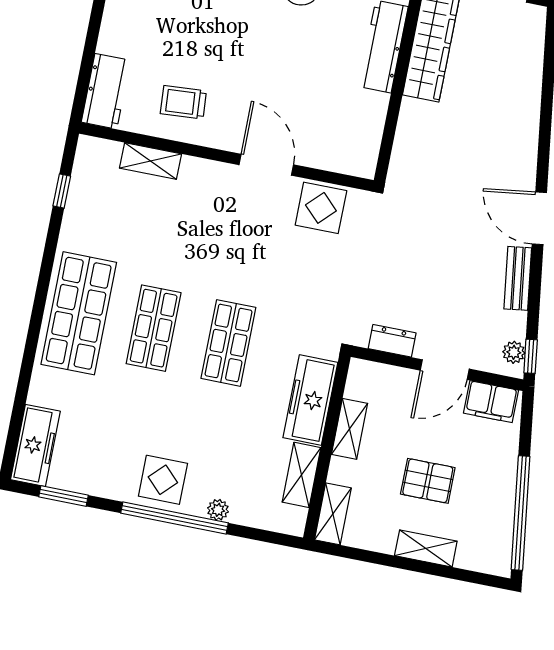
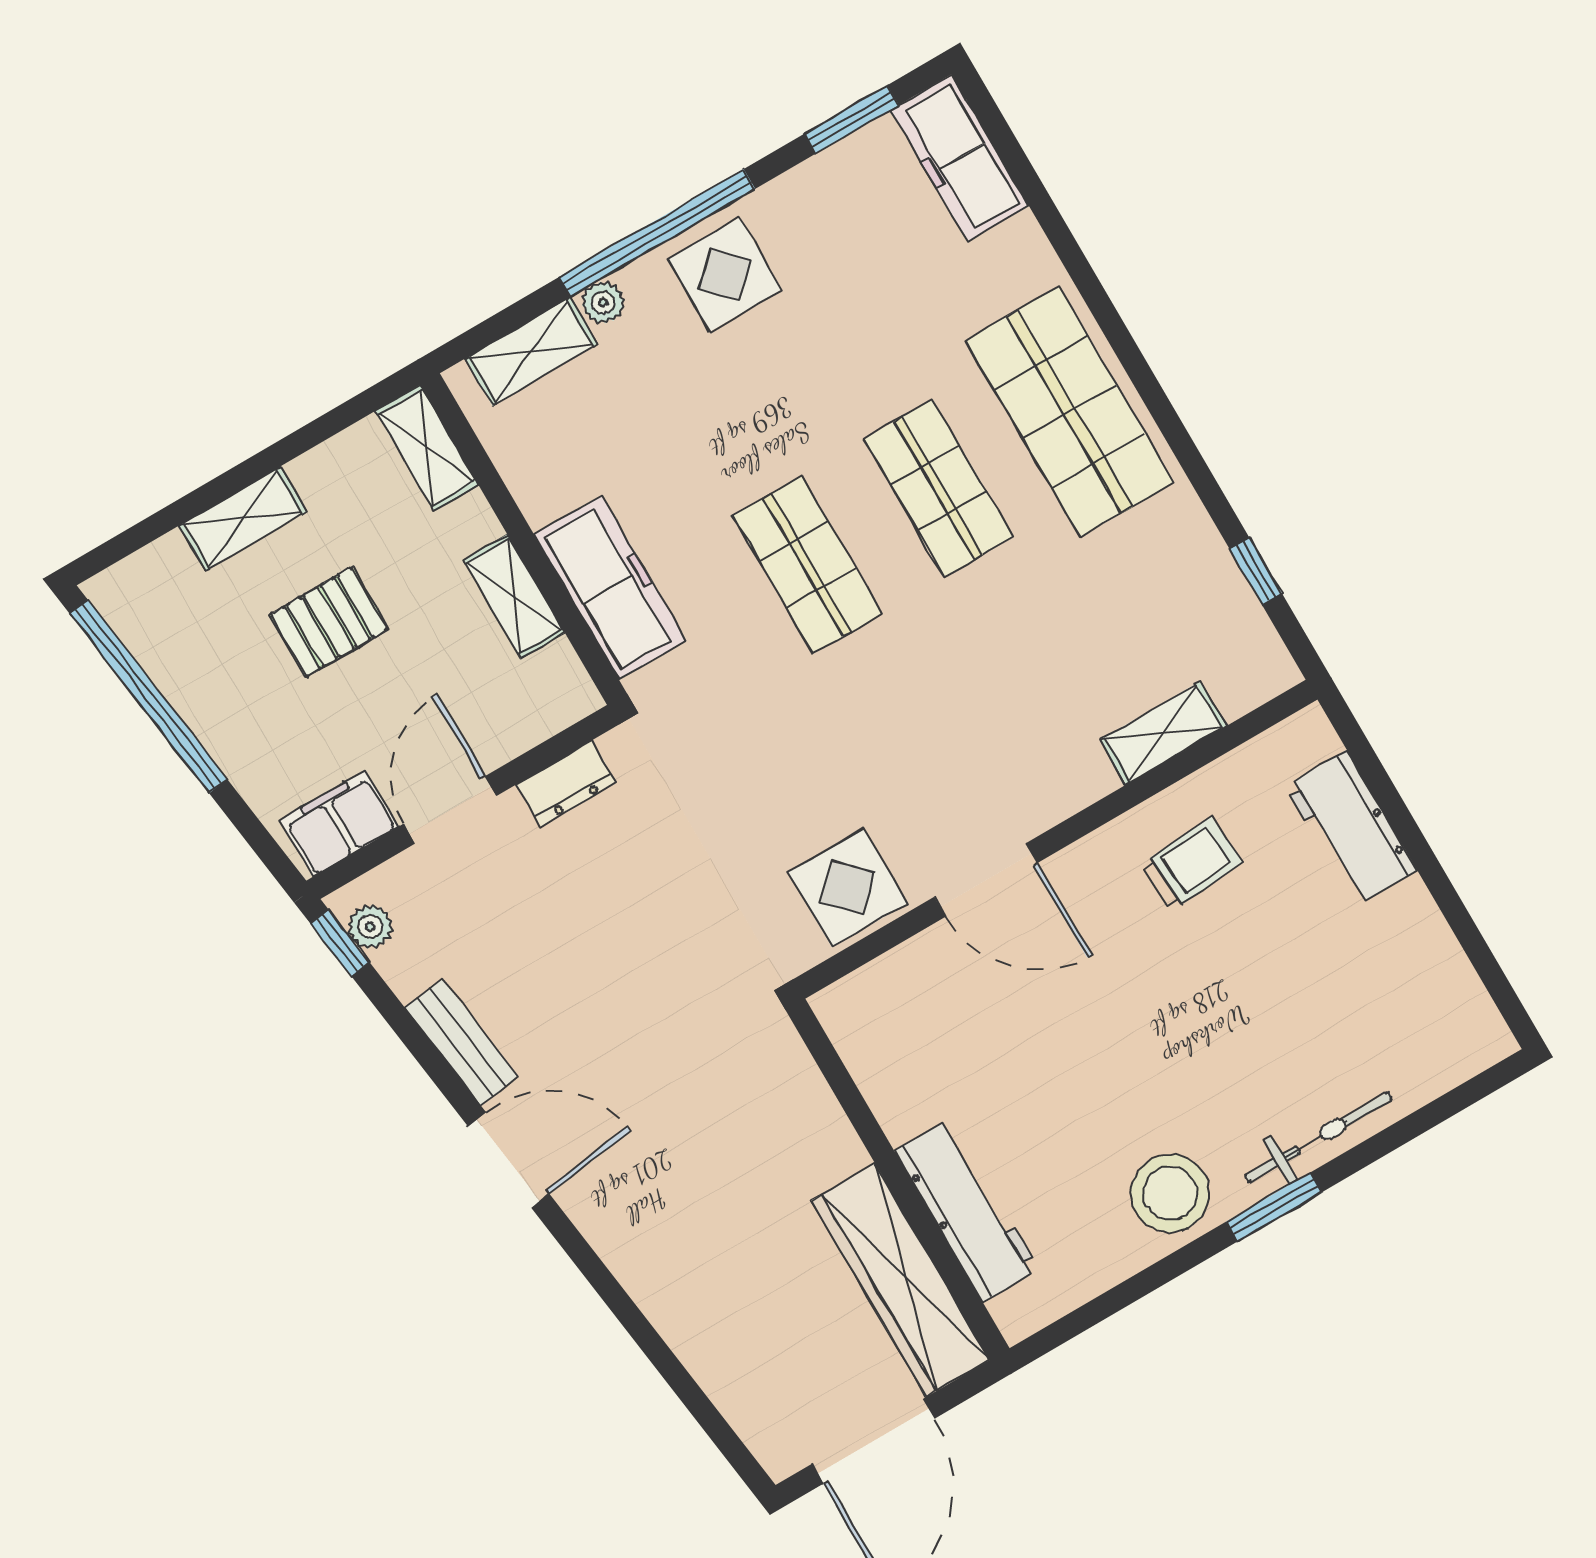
workbench: (106, 91) -> (1351, 828), moved
shelving: (301, 475) -> (531, 351), moved, turned 90

